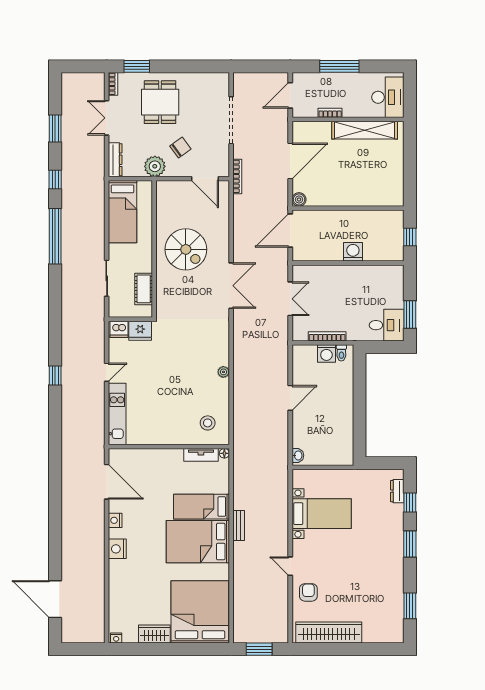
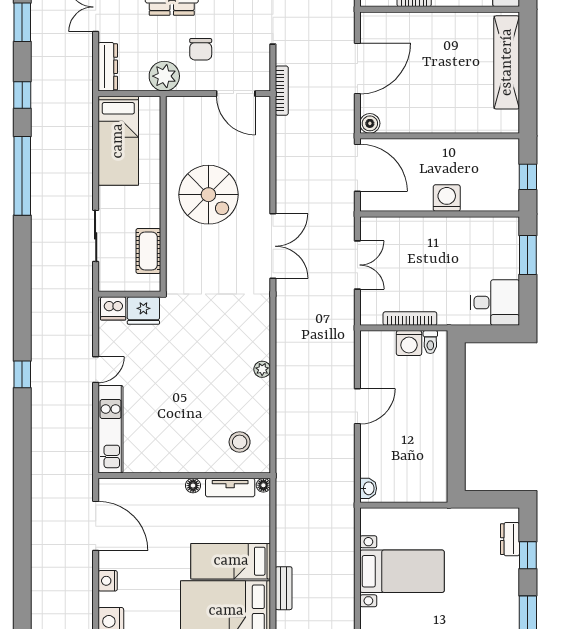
shelving: (365, 130) -> (507, 62), moved, turned 90
chair: (180, 148) -> (201, 49), turned 126
door: (290, 231) -> (357, 168), swing flipped
window: (410, 315) -> (528, 255), moved
floor lamp: (175, 454) -> (193, 486), added

